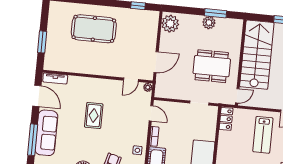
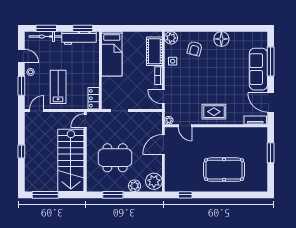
plant: (209, 23) -> (134, 186), moved
dining table: (212, 66) -> (115, 158), moved
door: (131, 80) -> (185, 126), swing flipped
rug: (94, 115) -> (214, 112), moved, turned 90

